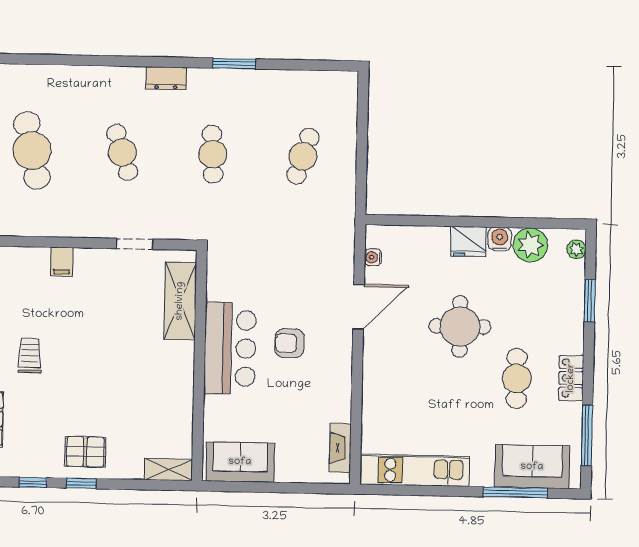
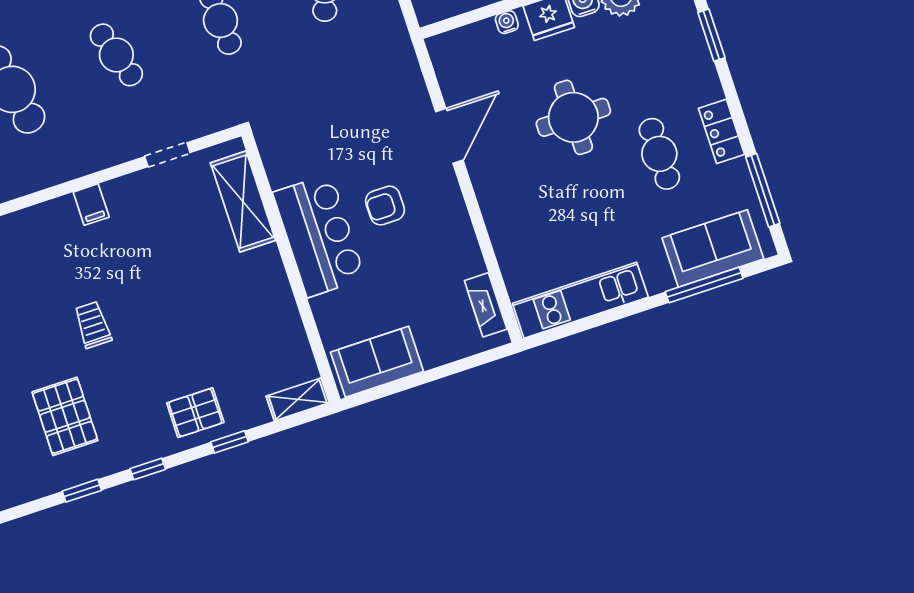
water cooler: (373, 257) -> (507, 22), moved, turned 90
window: (81, 483) -> (229, 442), moved

